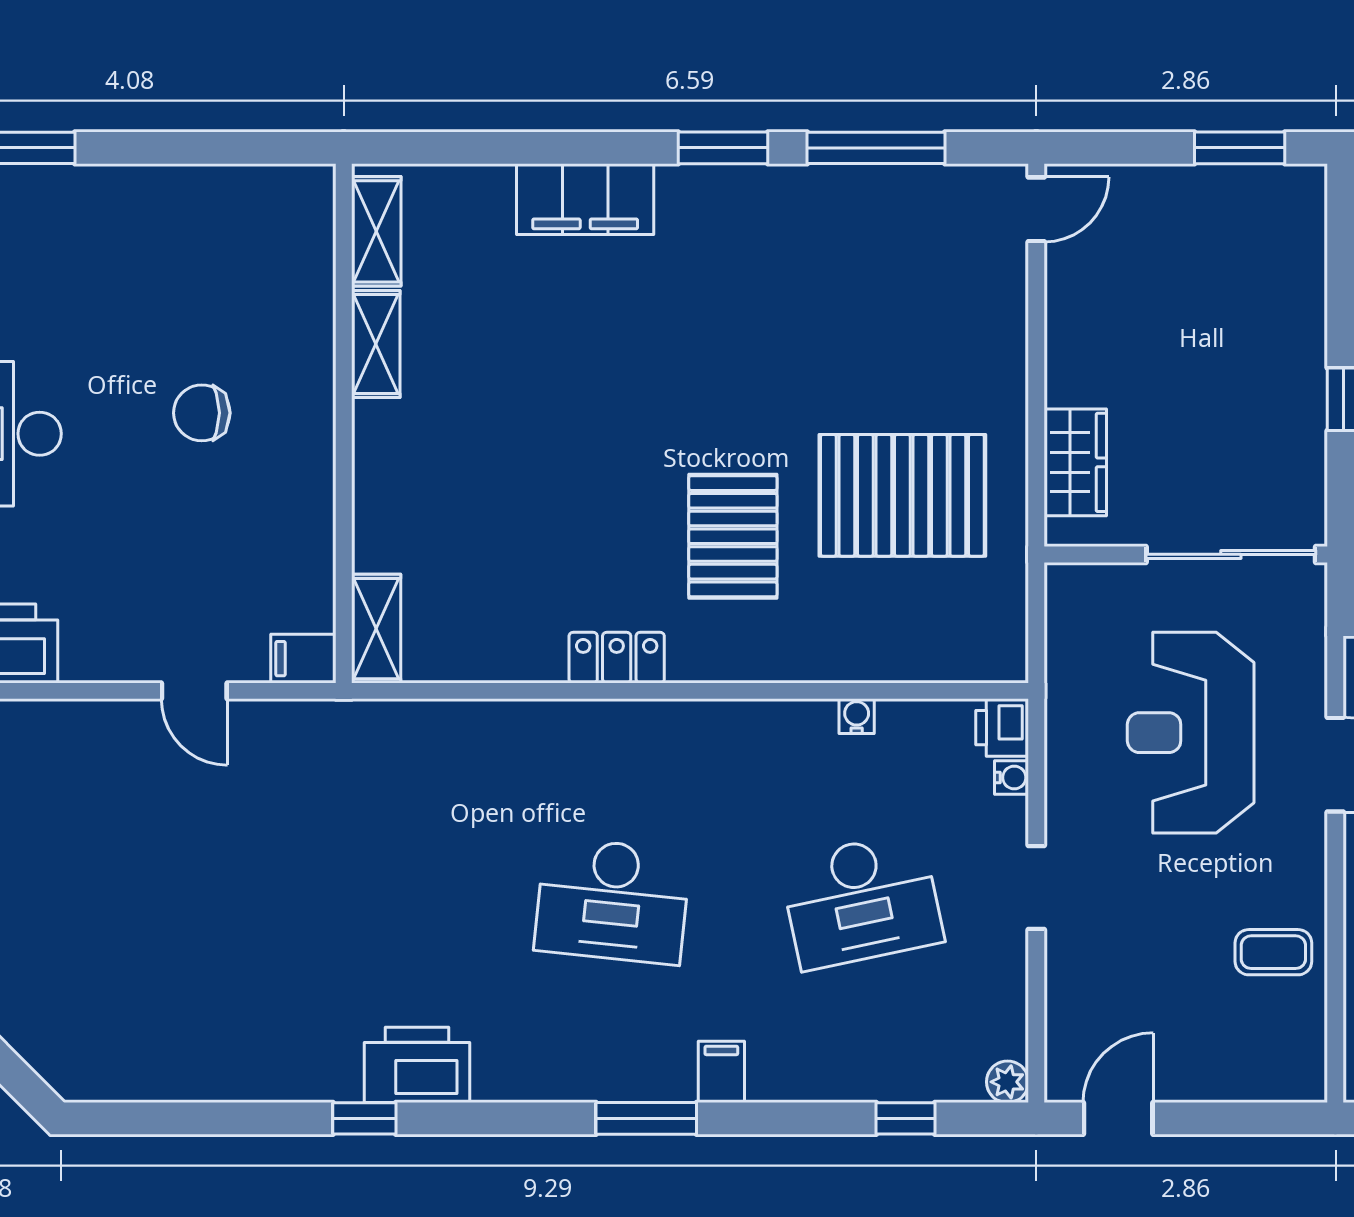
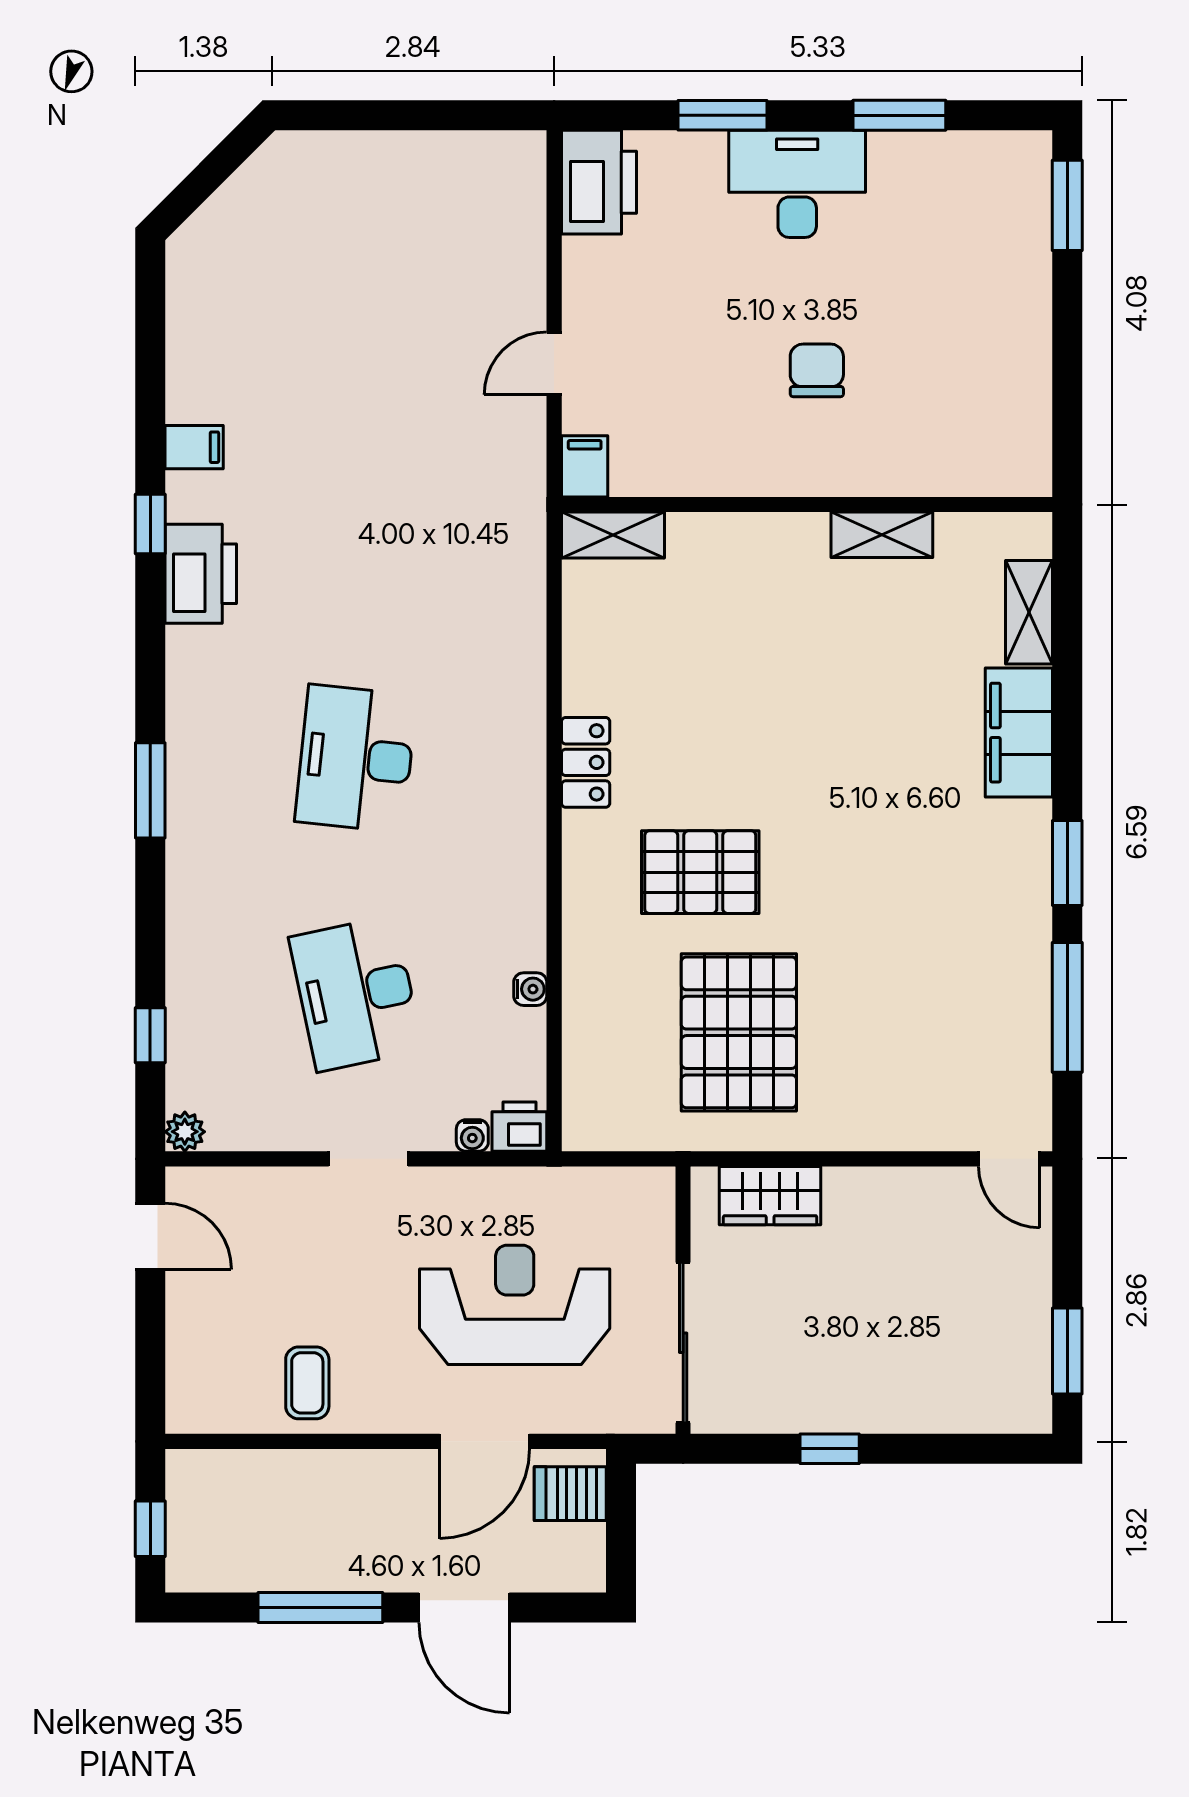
shelving: (376, 231) -> (1029, 612), moved, turned 90
filing cabinet: (721, 1072) -> (194, 447), moved

